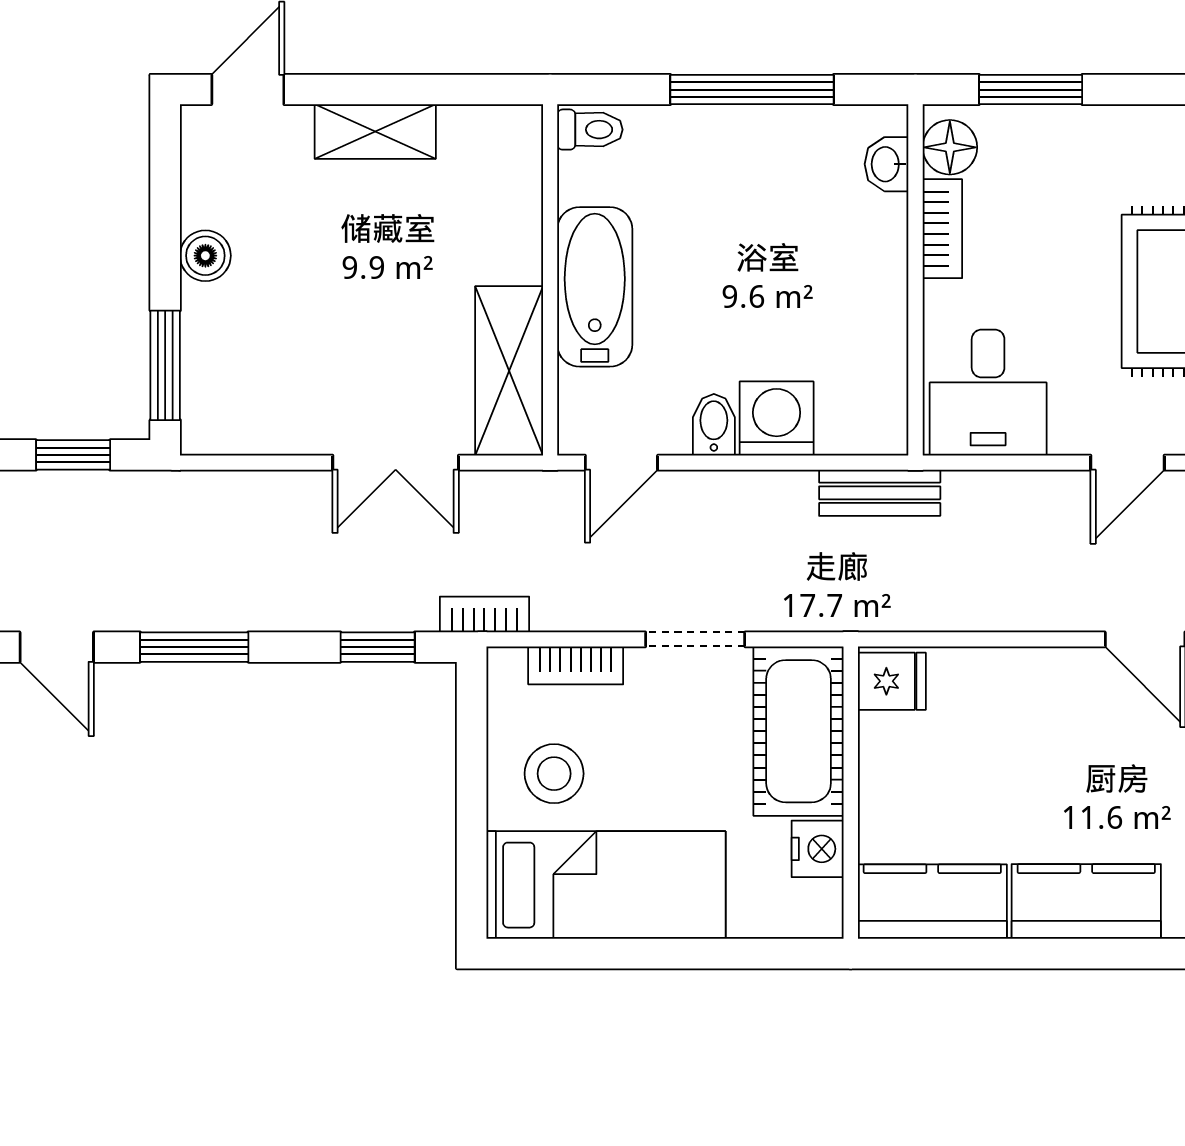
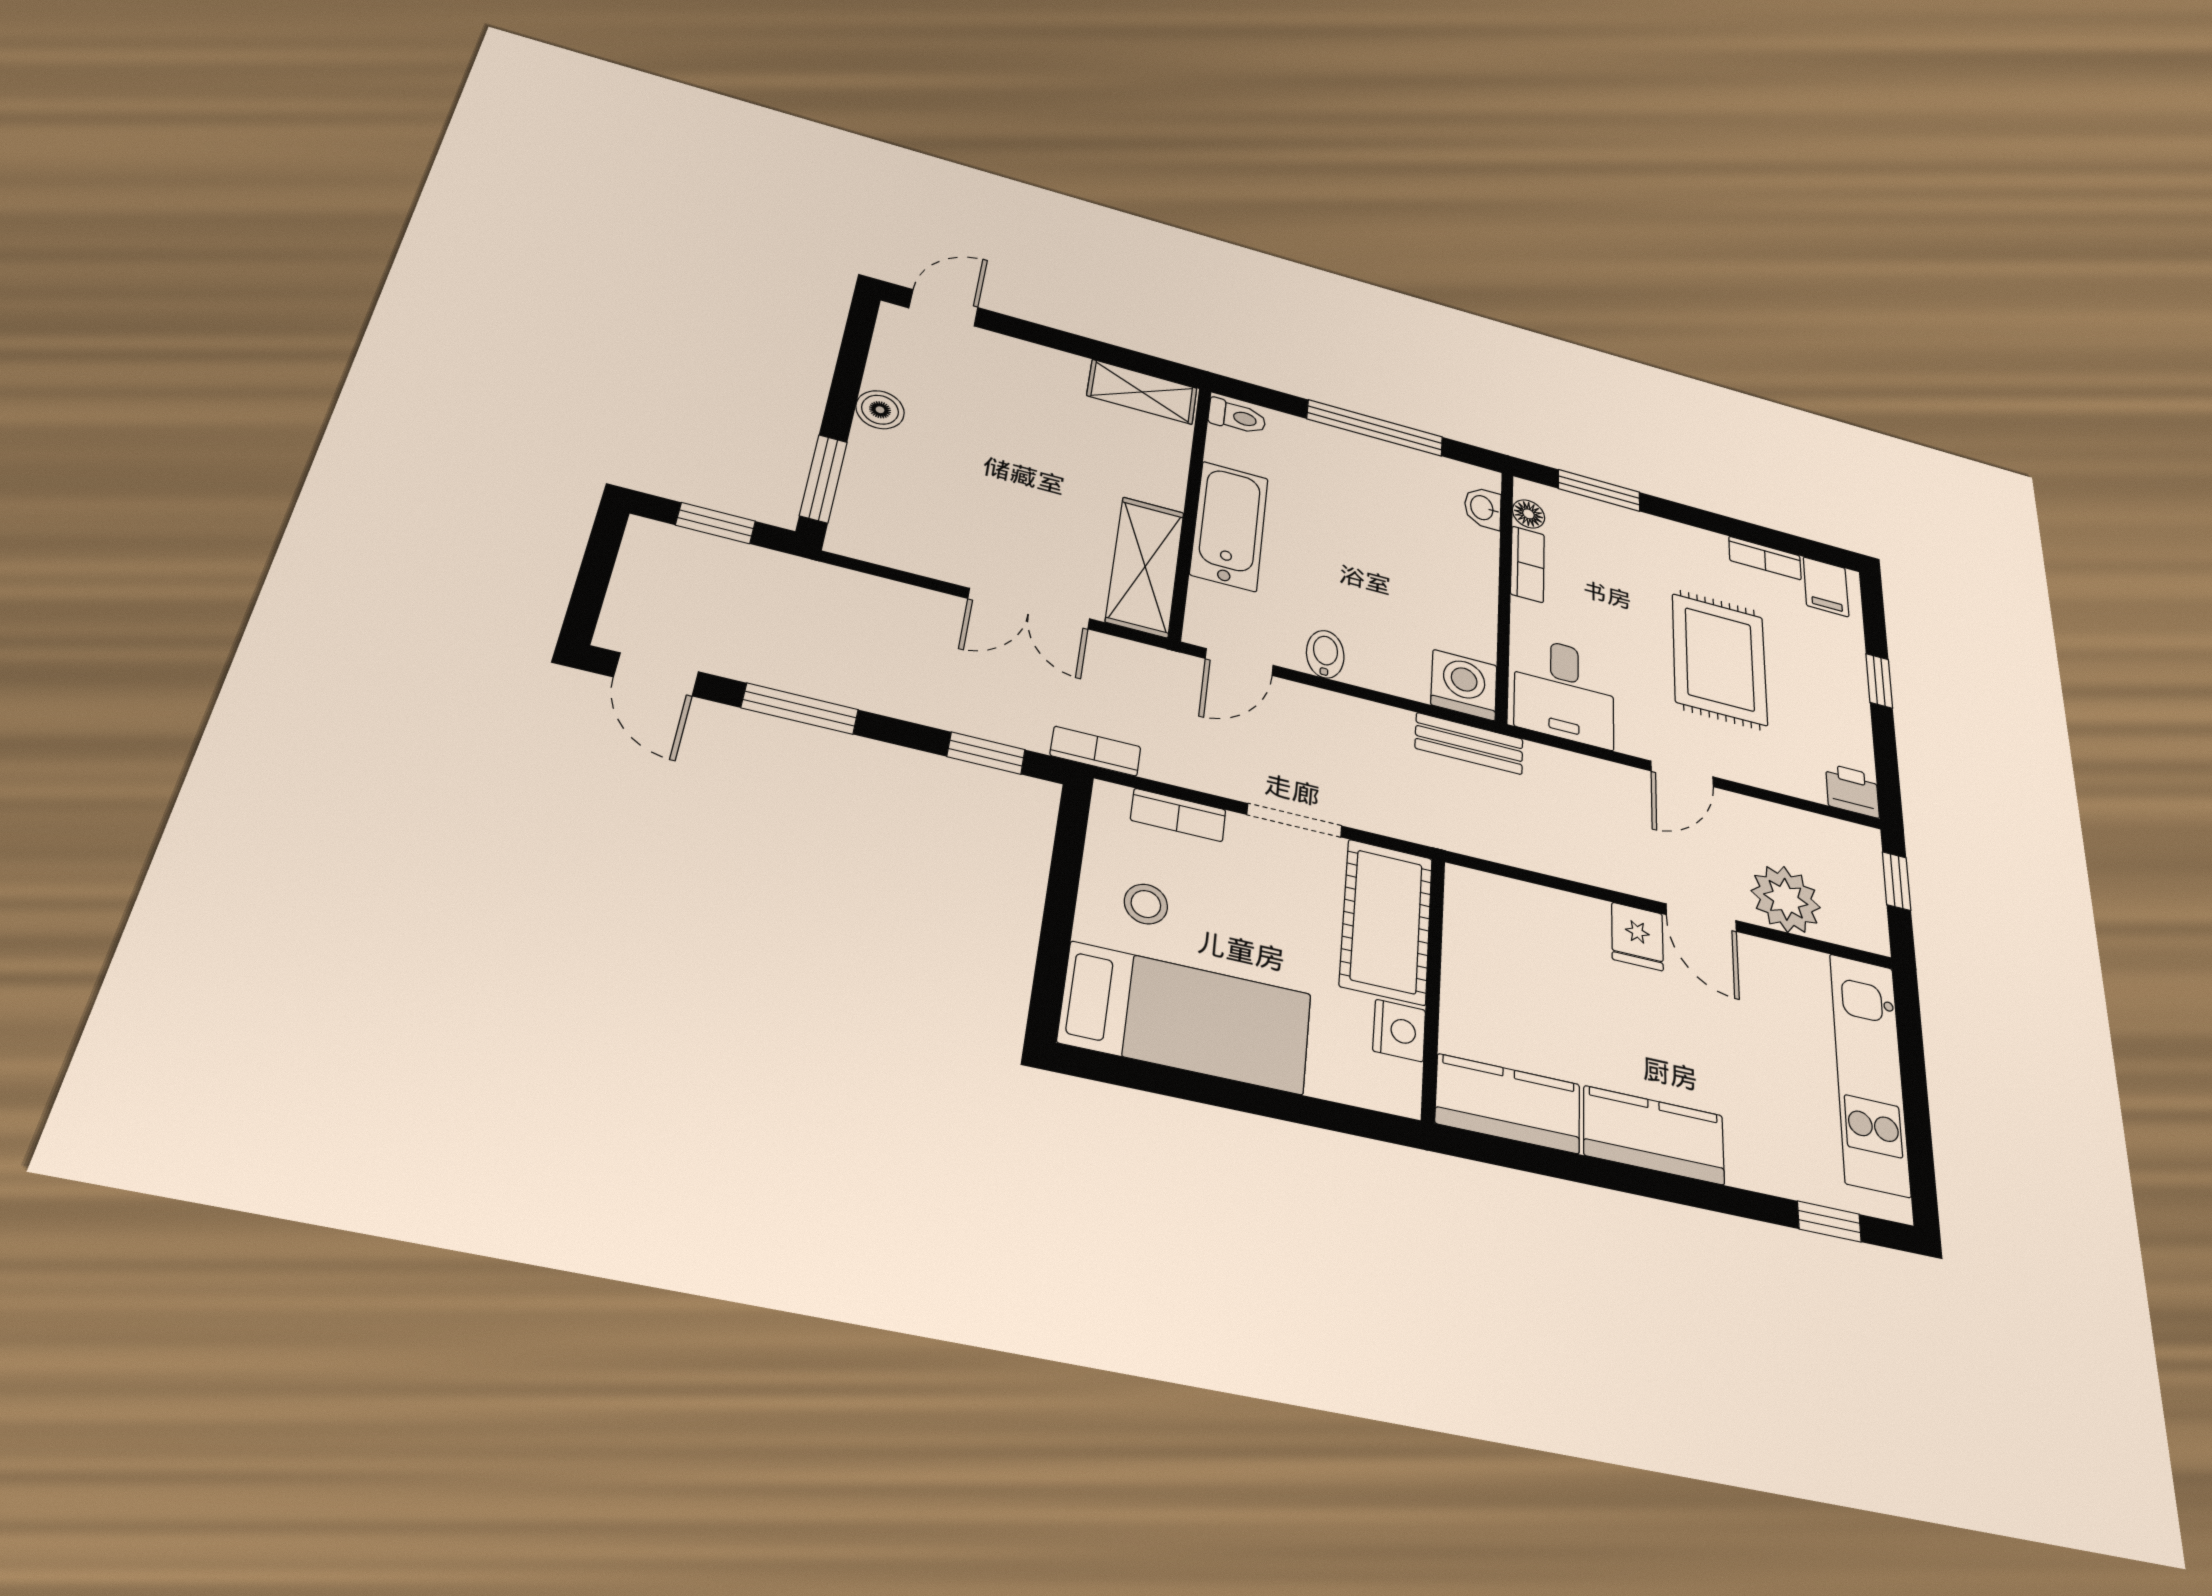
shelving: (375, 132) -> (1142, 392), moved
floor lamp: (950, 147) -> (1528, 514), width x0.73, depth x0.73
washing machine: (777, 418) -> (1464, 685), moved
fridge: (892, 681) -> (1637, 936), moved, turned 90
stool: (554, 774) -> (1146, 904), width x0.73, depth x0.73

